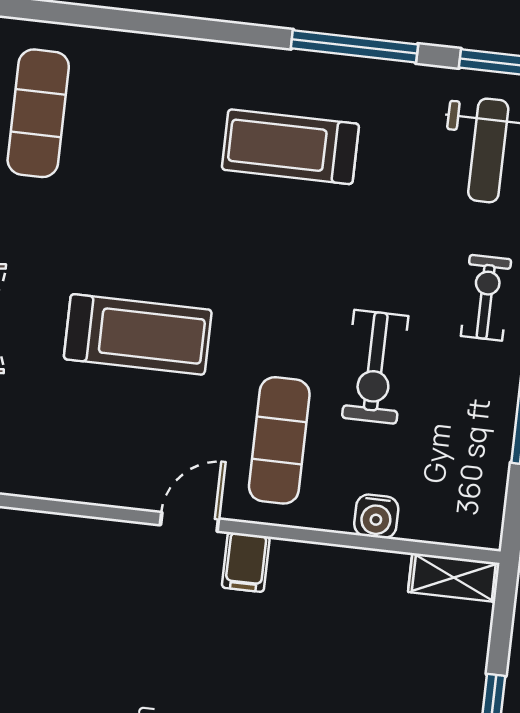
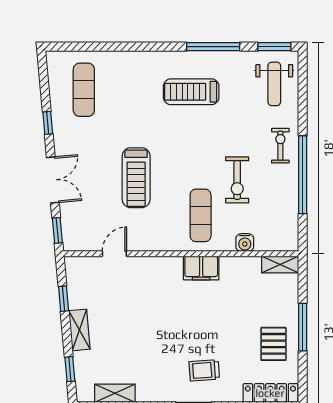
treadmill: (138, 334) -> (136, 178), turned 90
door: (189, 522) -> (114, 254), moved
filing cabinet: (246, 562) -> (201, 268), width x2.00

